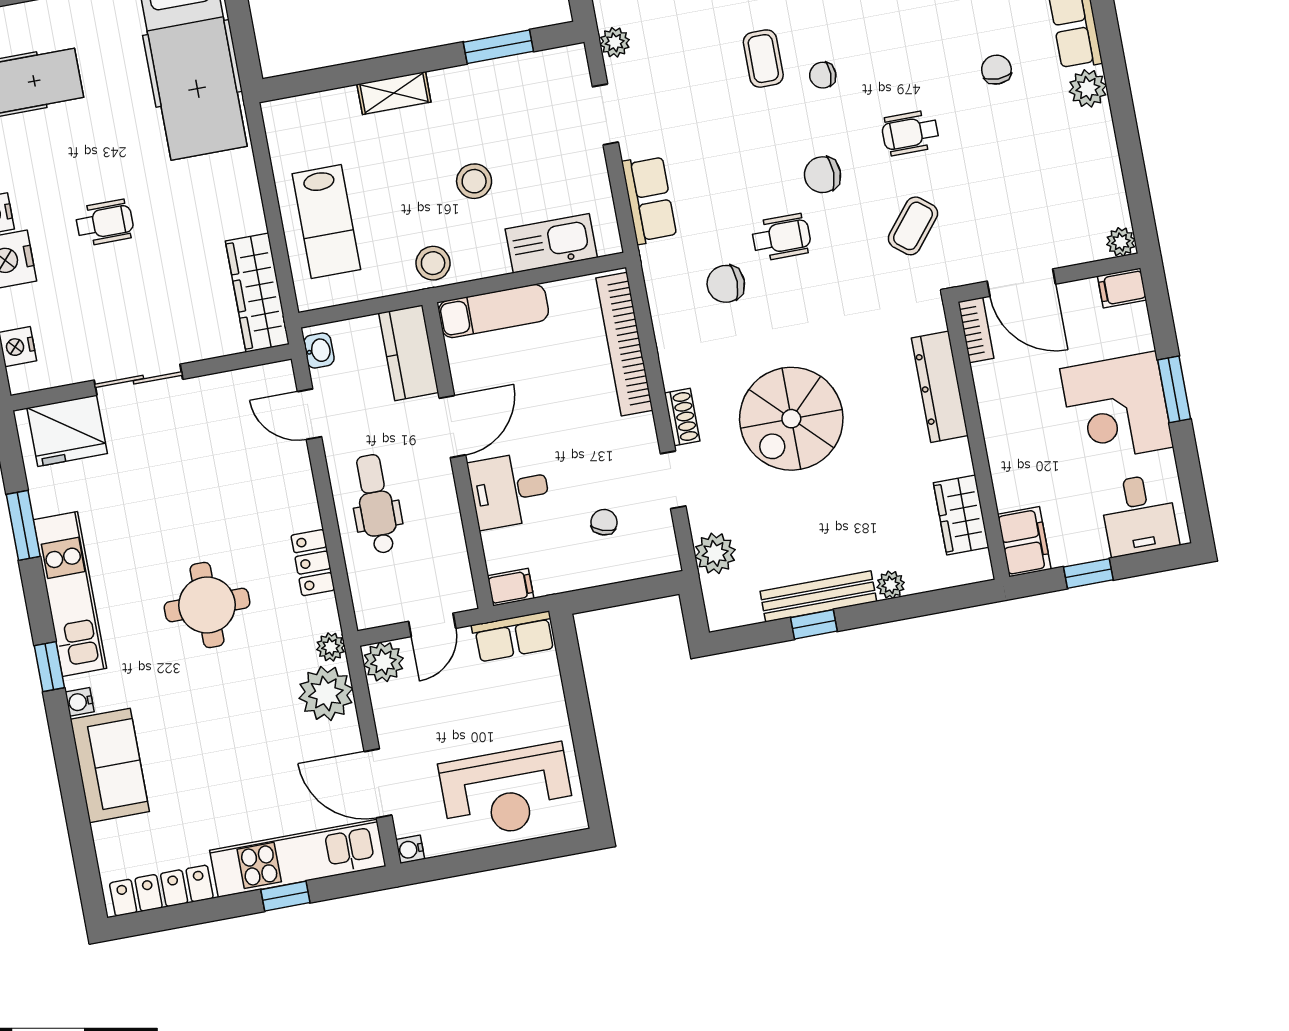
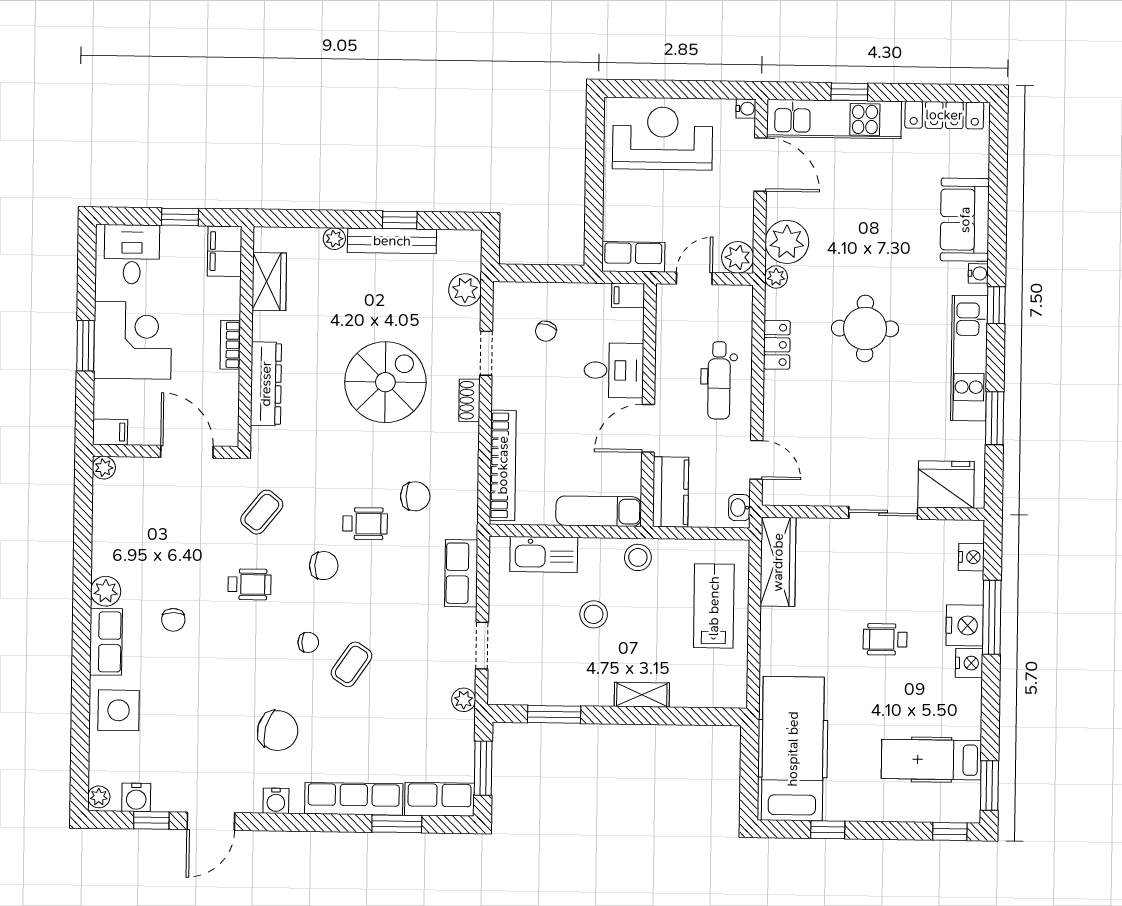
coffee table: (763, 59) -> (352, 664), turned 34
wheelchair: (781, 237) -> (365, 524), turned 180
bookcase: (976, 330) -> (230, 345), moved

